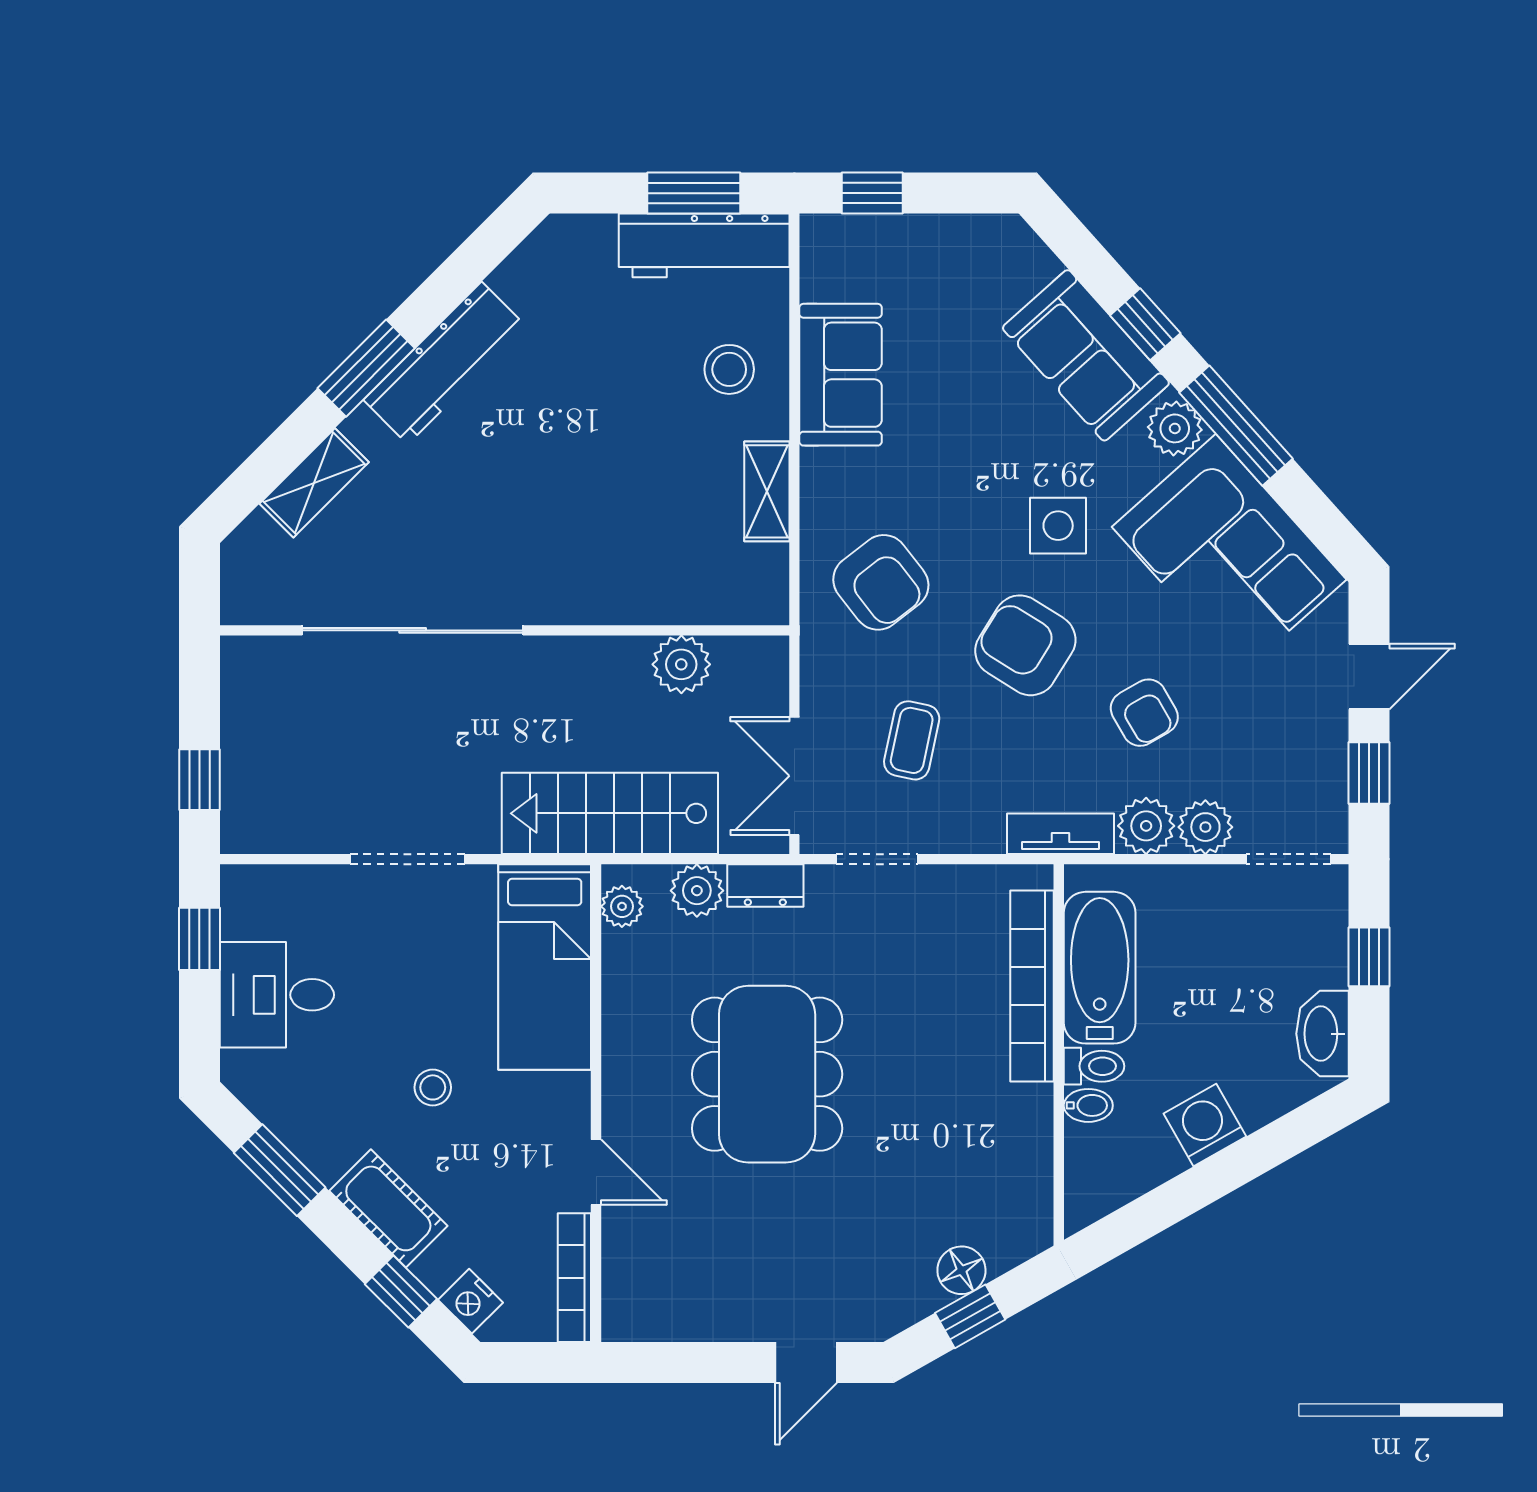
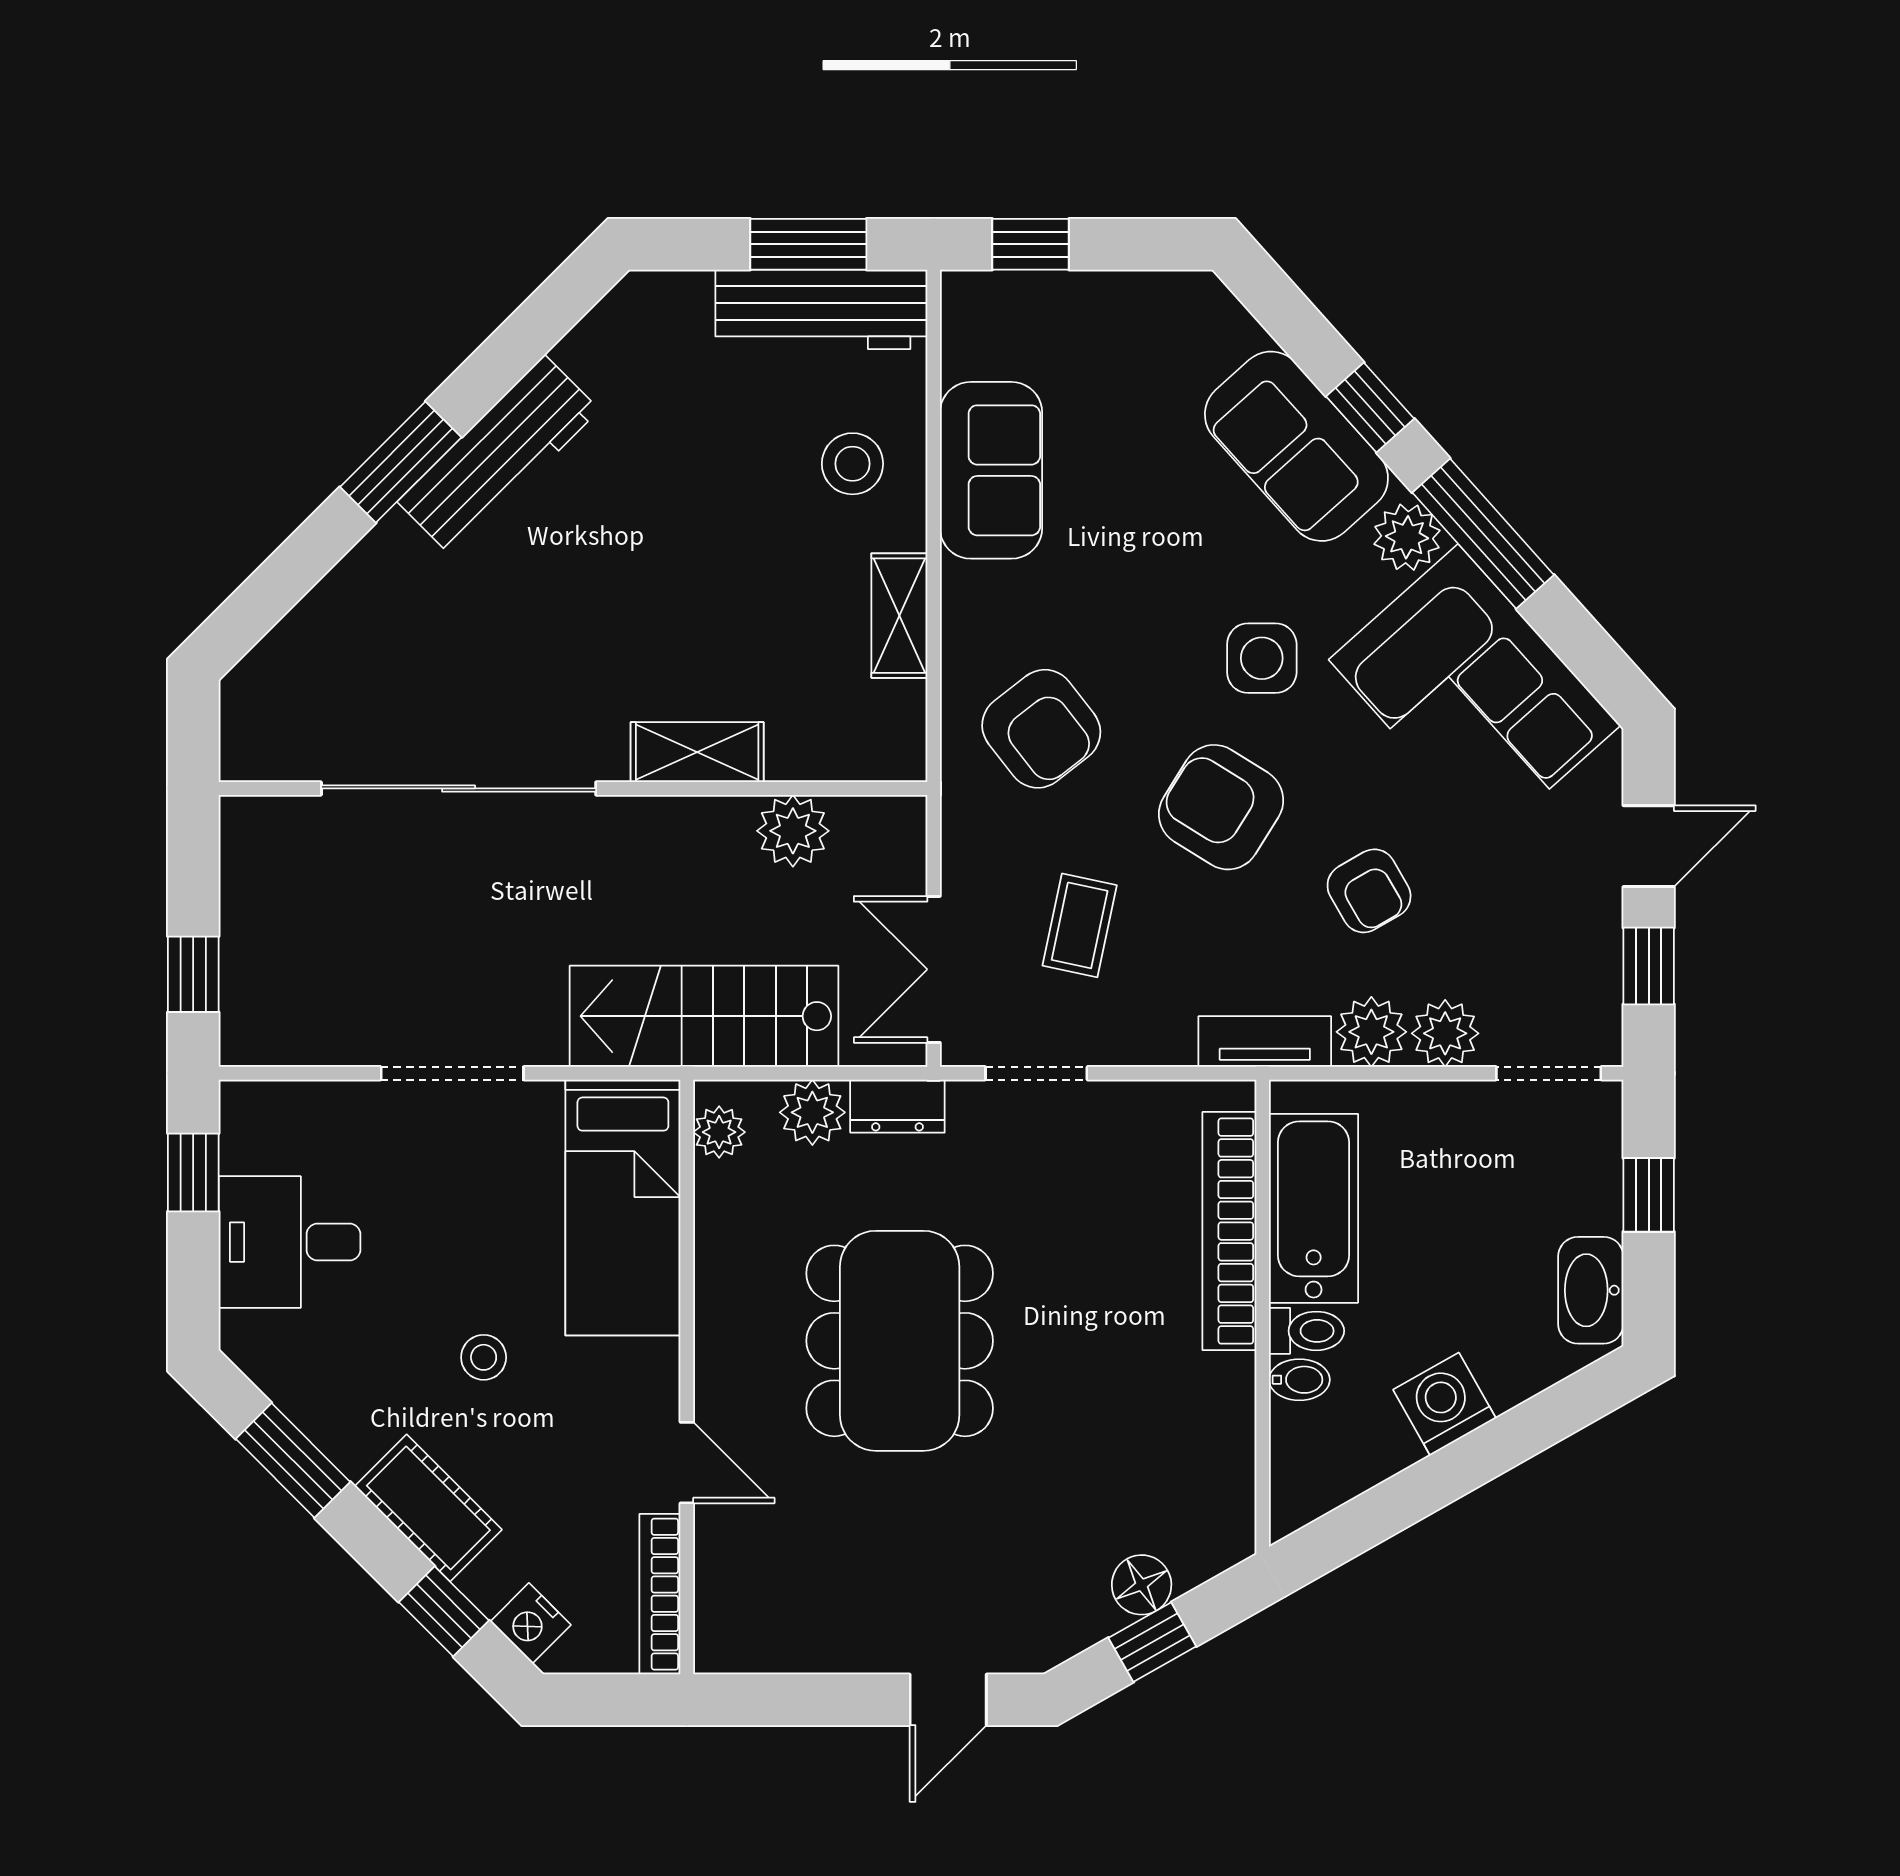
shelving: (314, 483) -> (697, 752), moved, turned 45

